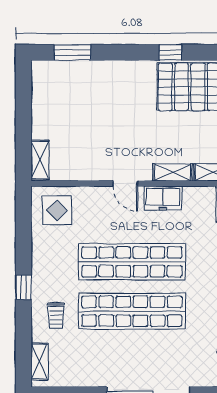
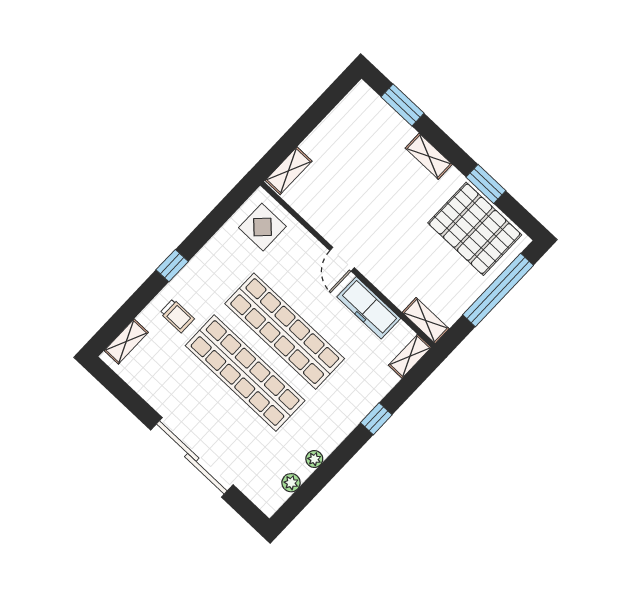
window: (170, 52) -> (486, 184), width x1.50
shelving: (173, 172) -> (429, 156), moved
freezer: (163, 198) -> (369, 308), width x1.40
trolley: (56, 316) -> (177, 316), turned -90

